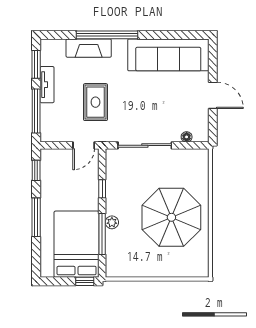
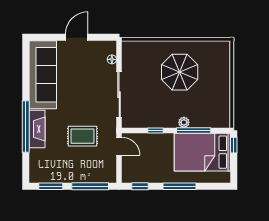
fireplace: (89, 48) -> (37, 129), moved
tv unit: (47, 85) -> (68, 177), removed
parasol: (171, 217) -> (180, 72), width x0.73, depth x0.73

